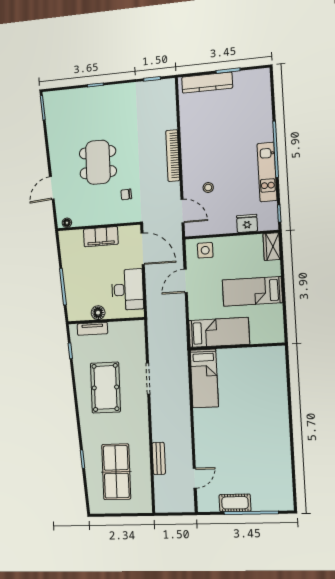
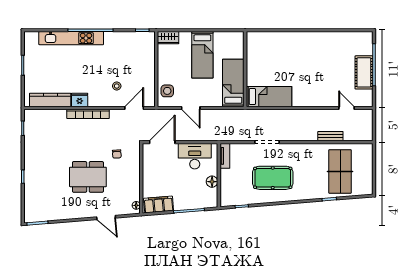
kitchen counter: (207, 83) -> (50, 100), moved, turned -90
kitchen unit: (267, 172) -> (71, 38), moved, width x1.36
fridge: (247, 223) -> (80, 100), moved, turned 90
filing cabinet: (101, 237) -> (159, 205), moved, turned -95
tv unit: (92, 329) -> (225, 156), moved
table tennis table: (116, 472) -> (340, 171), turned 90
cot: (235, 503) -> (364, 72), width x1.37, depth x1.34

